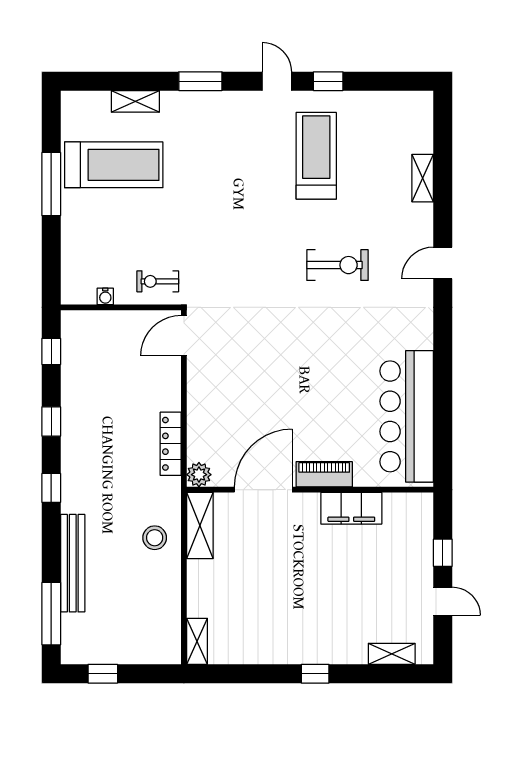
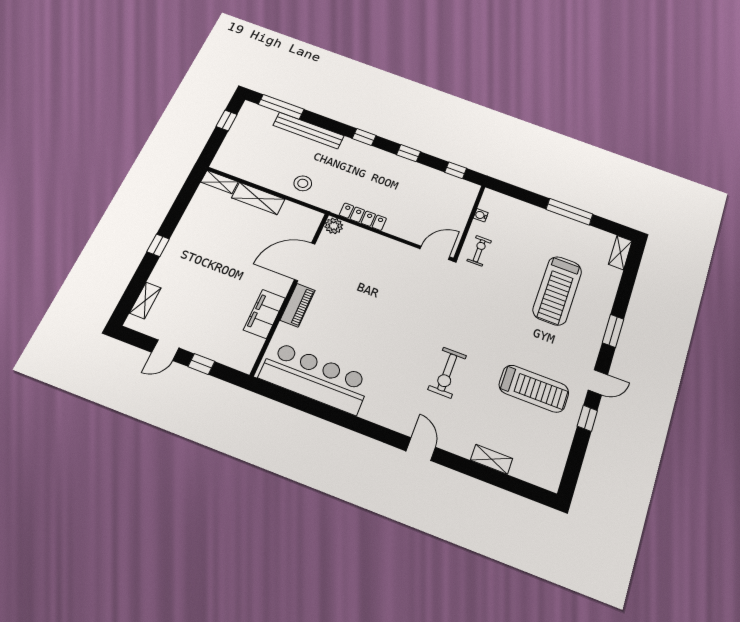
shelving: (135, 101) -> (620, 253), moved
treadmill: (114, 165) -> (557, 291), moved
door: (184, 336) -> (435, 253), hinge flipped
door: (263, 490) -> (305, 262), swing flipped
shelving: (200, 525) -> (258, 198), moved

